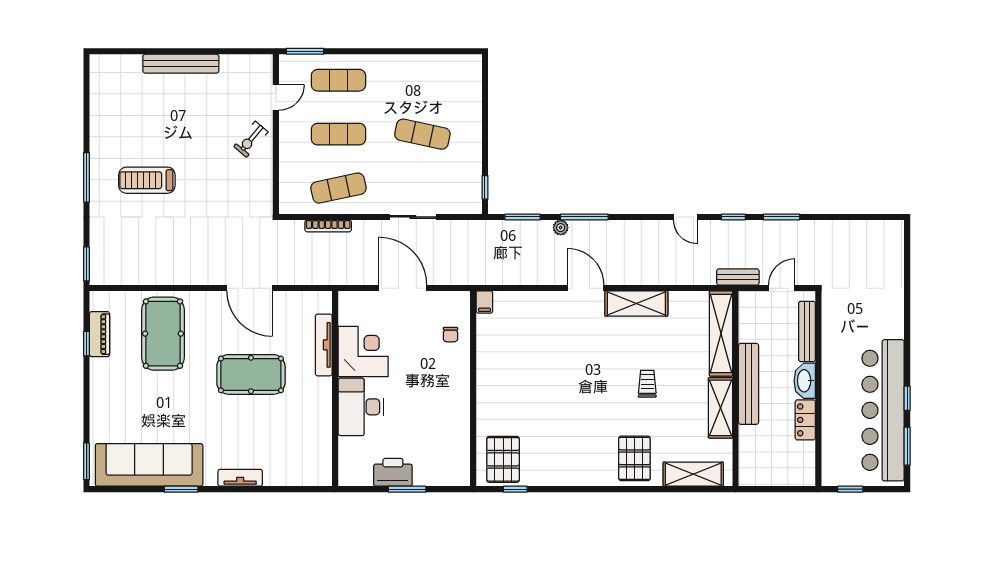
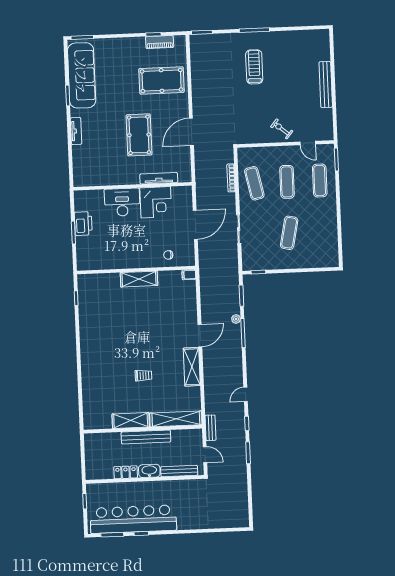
pallet: (634, 458) -> (98, 370), removed
pallet: (503, 459) -> (94, 290), removed
shelving: (693, 474) -> (139, 279), moved, turned 90

